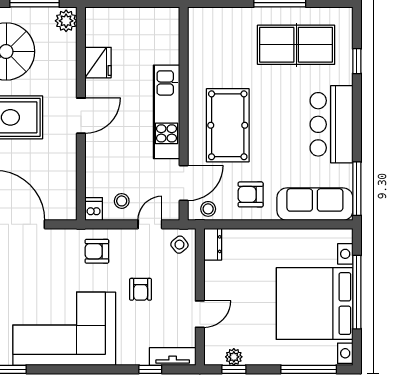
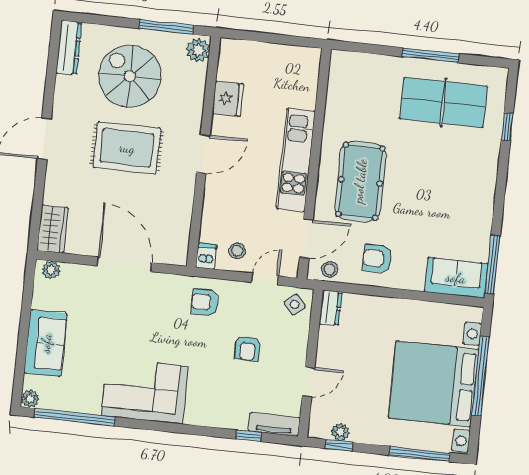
bar counter: (331, 124) -> (472, 192), removed
sofa: (315, 204) -> (456, 278), width x0.73
corner sofa: (64, 329) -> (145, 391), width x0.73, depth x0.74

